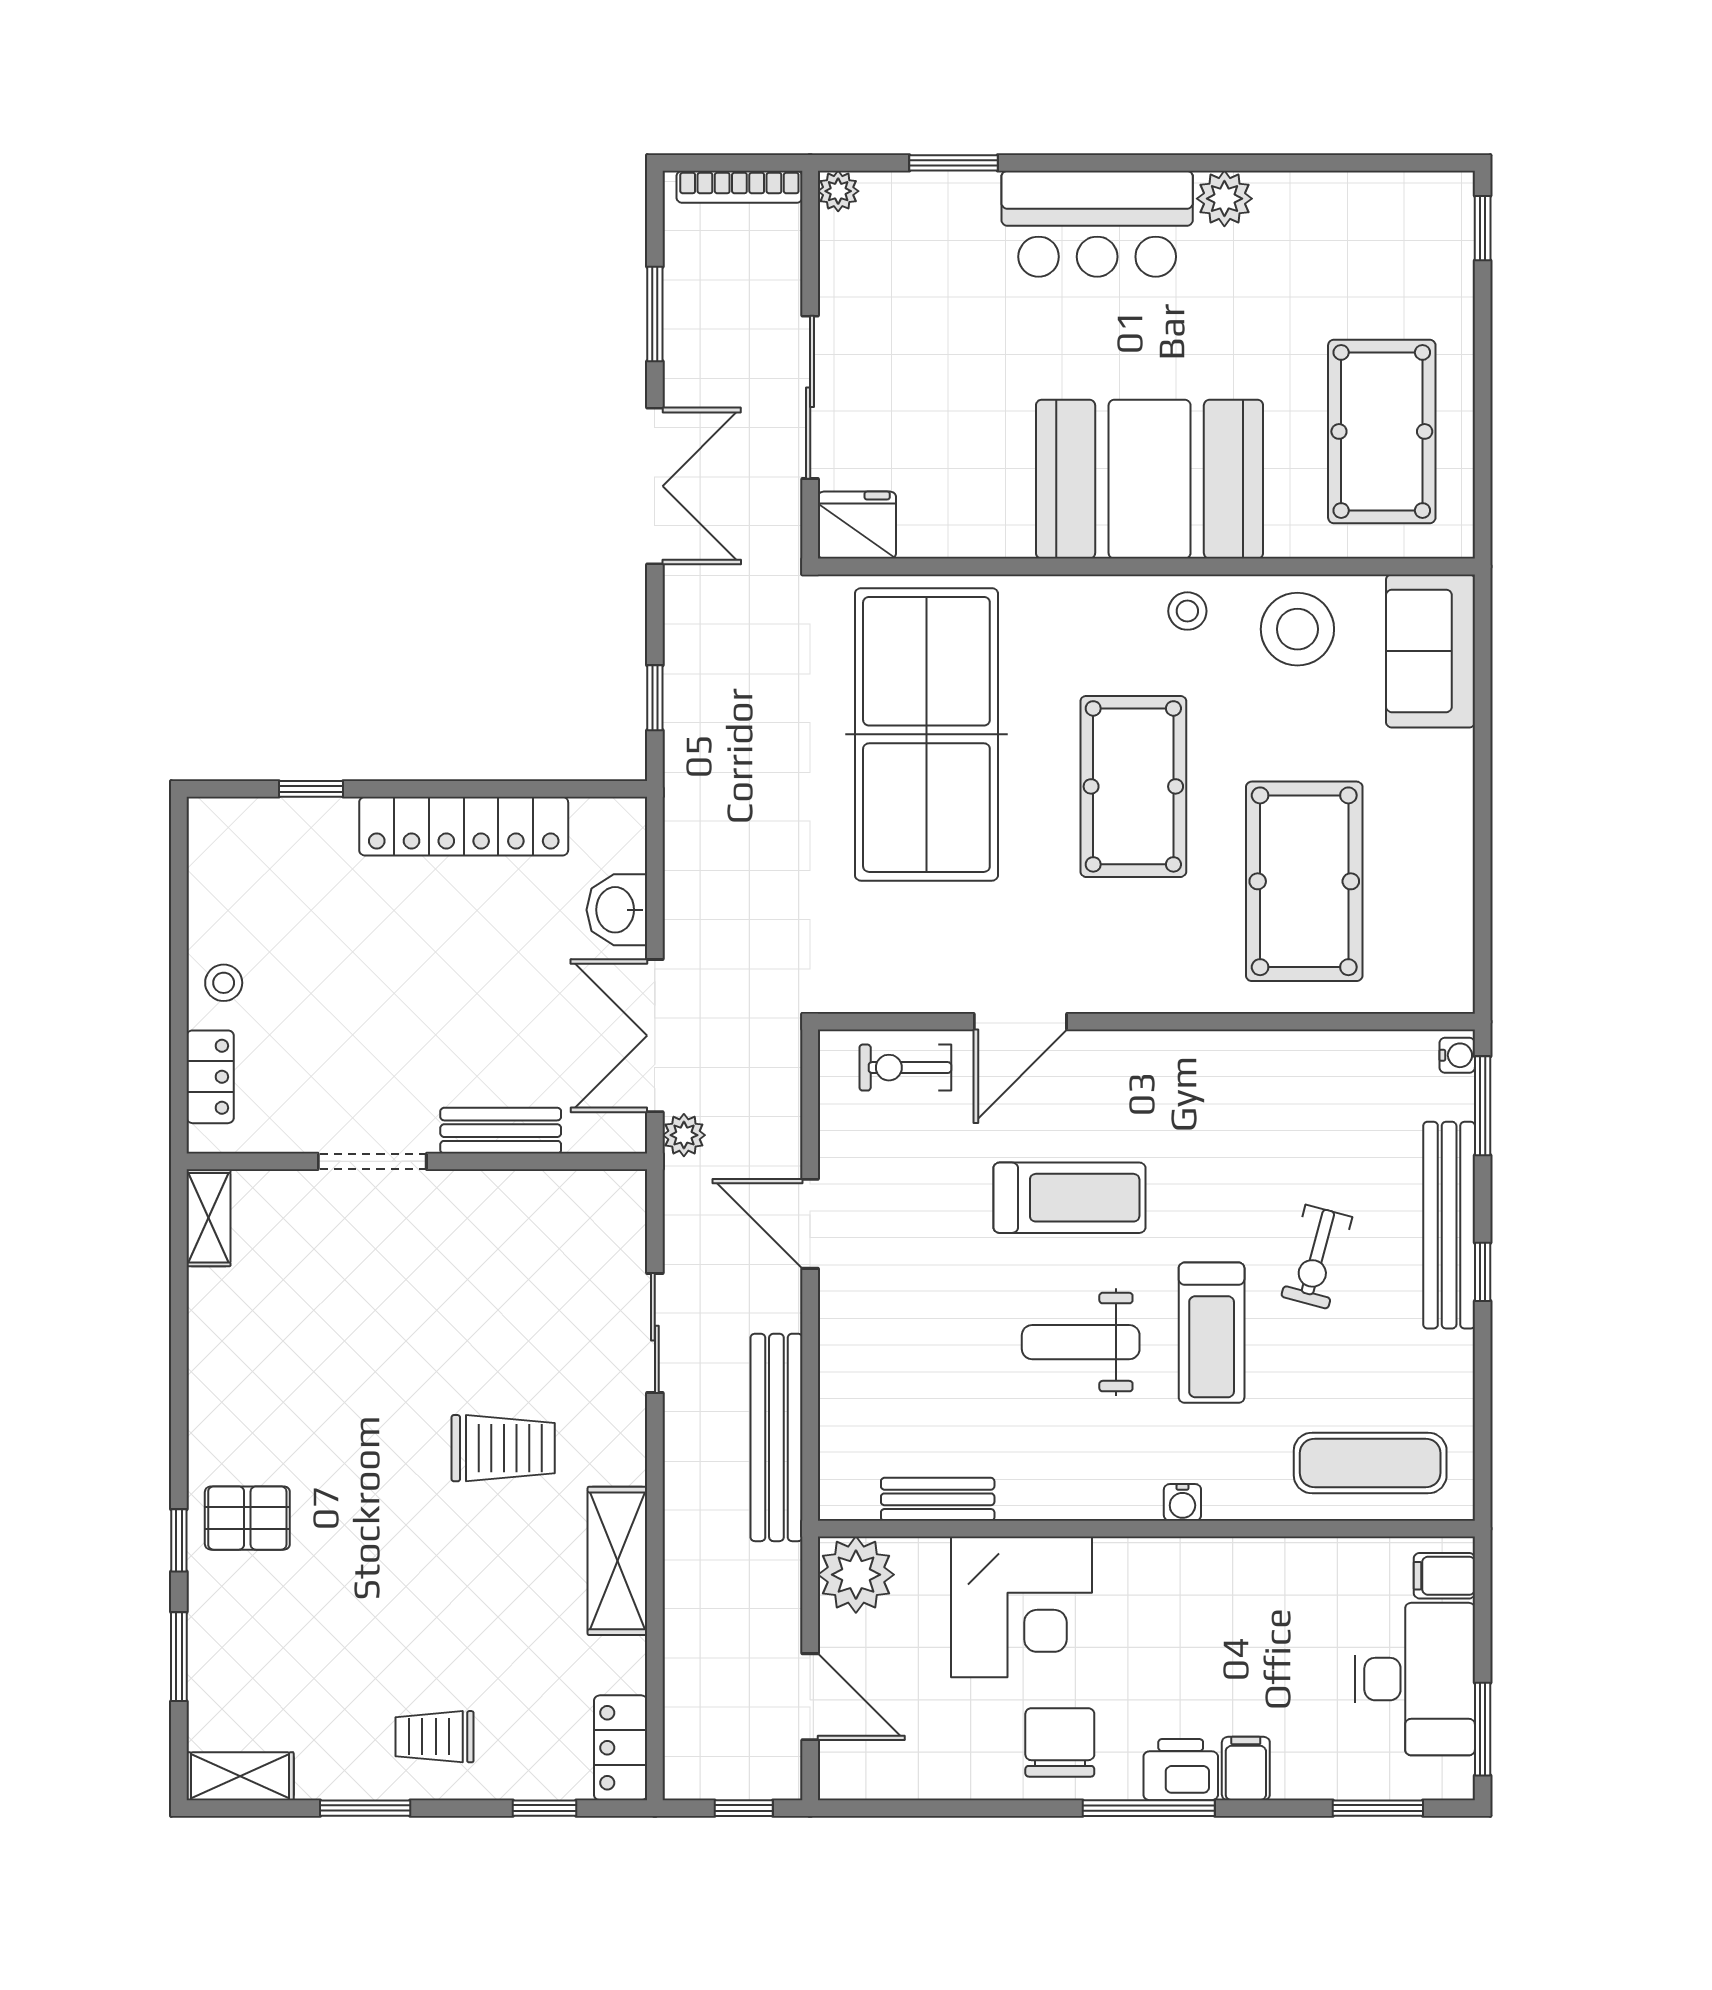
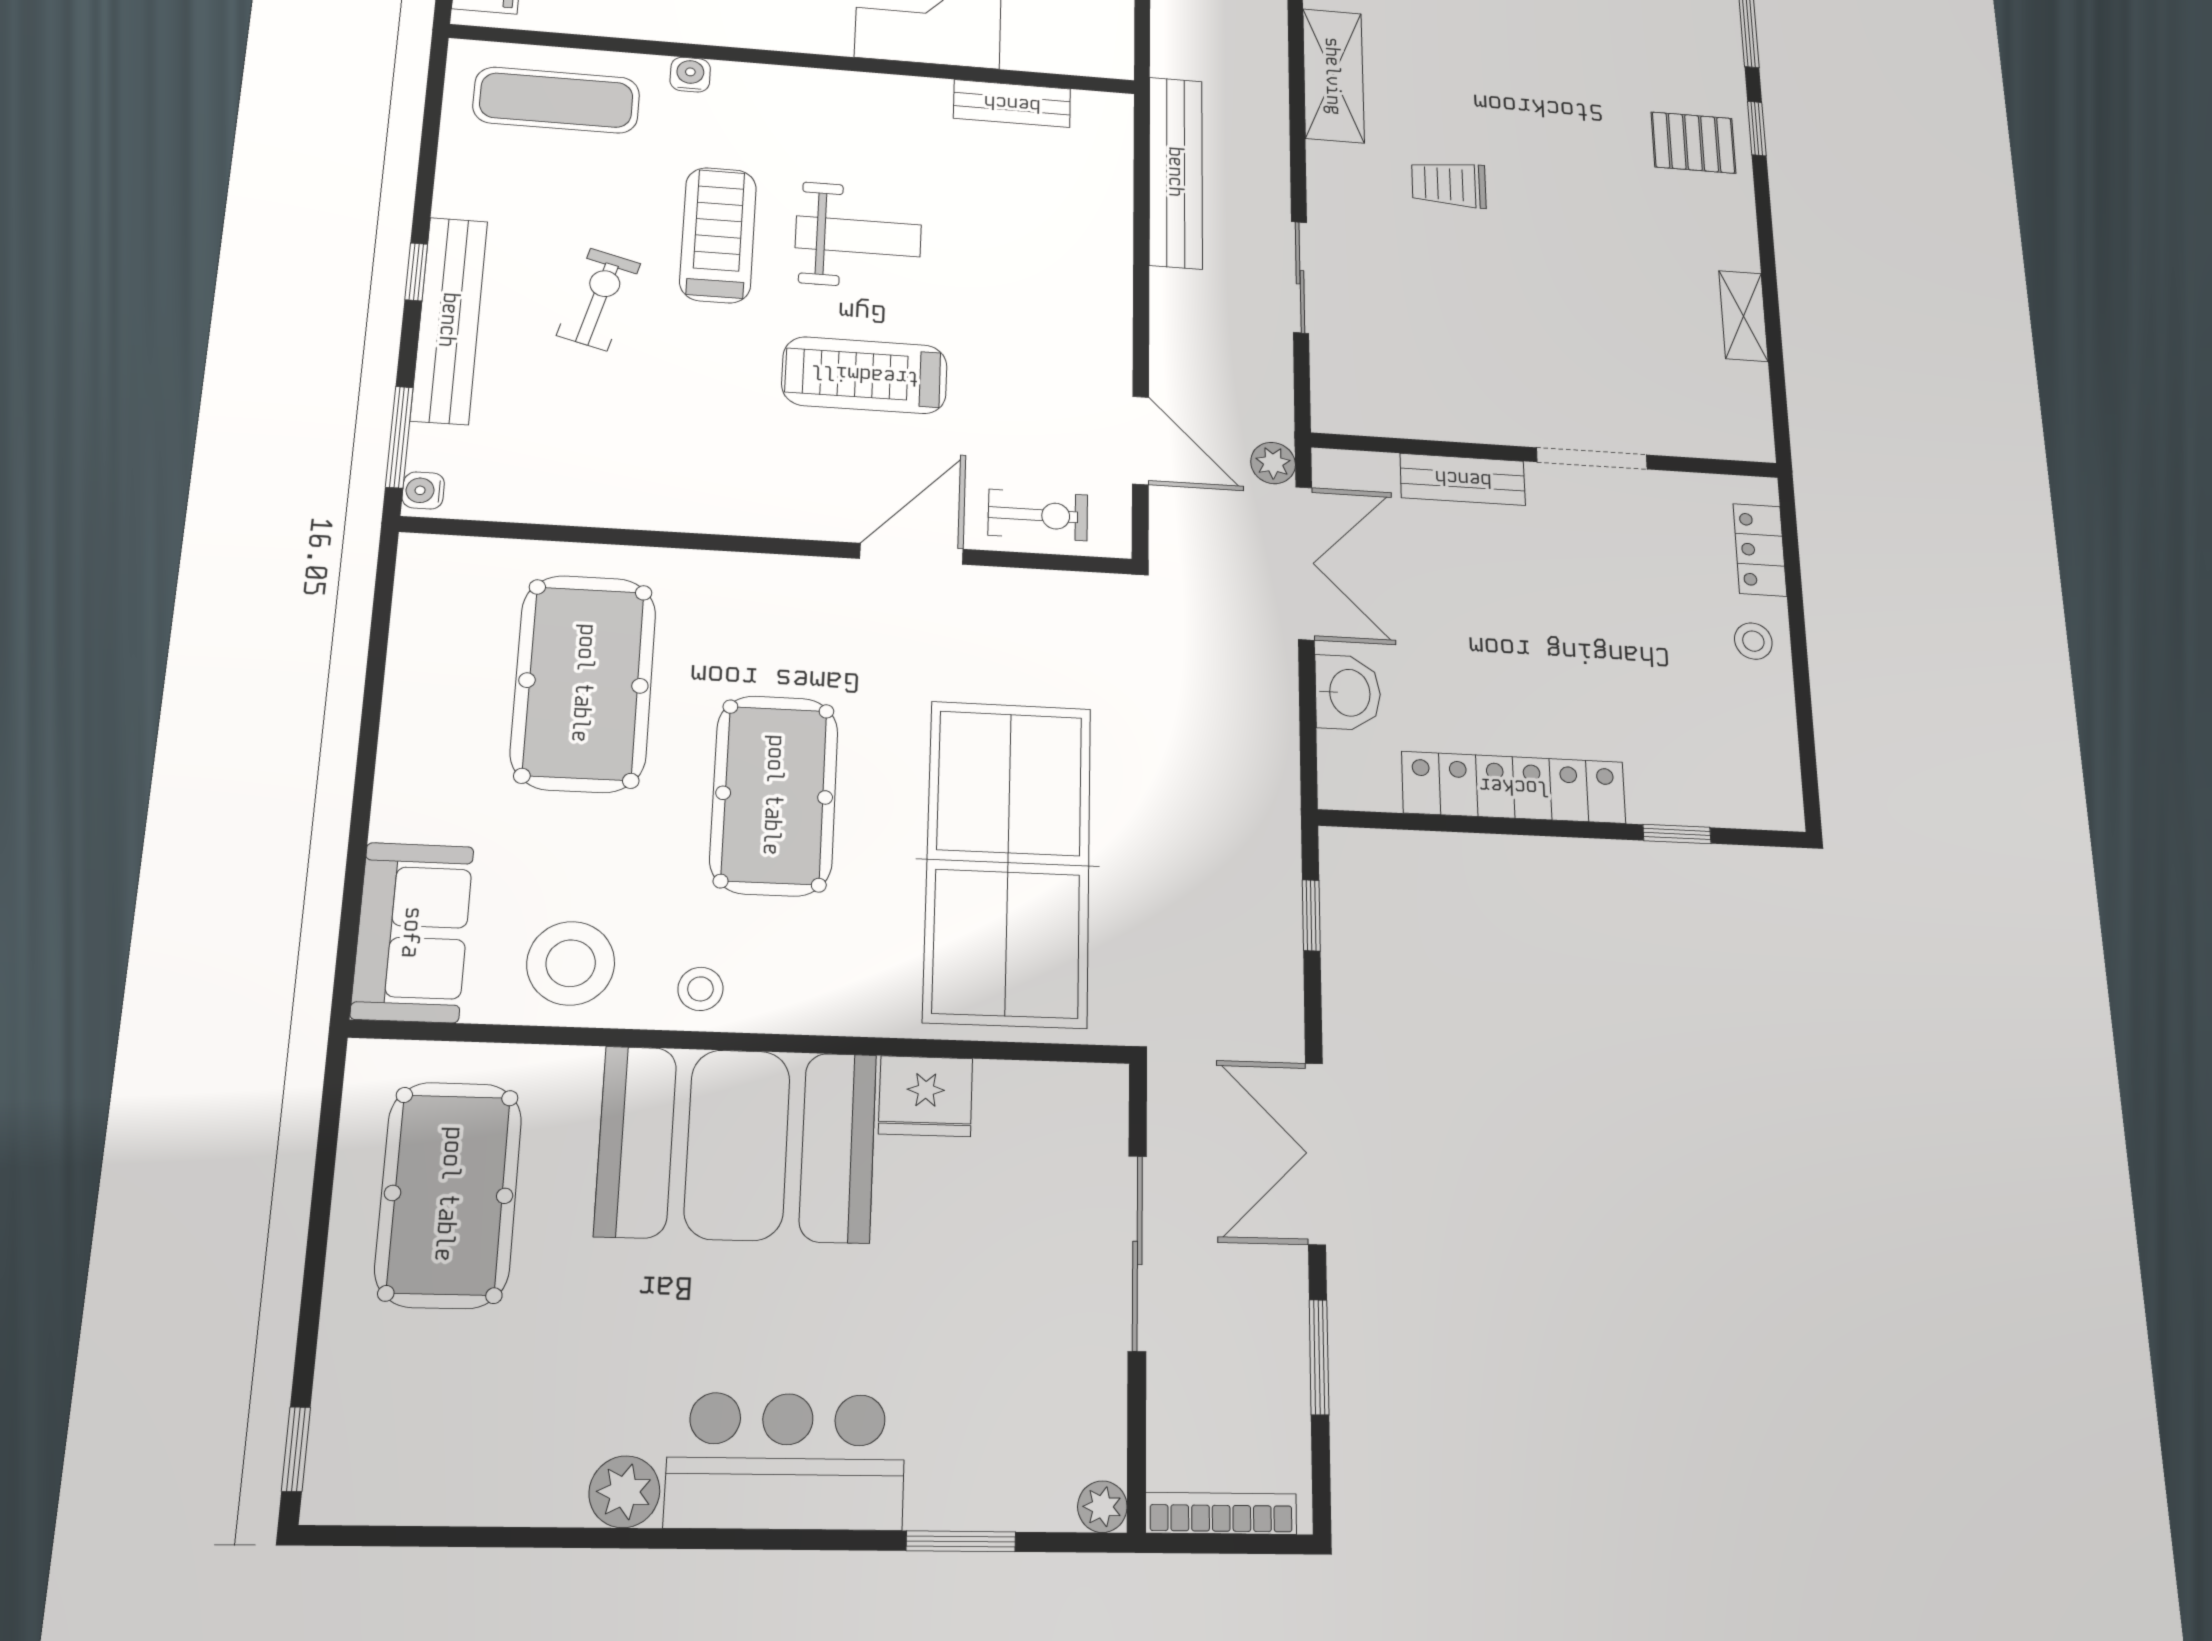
fridge: (857, 525) -> (926, 1096), moved
shelving: (209, 1218) -> (1743, 316), moved
door: (810, 1224) -> (1141, 440), moved
trolley: (503, 1448) -> (1449, 184), width x0.73, depth x0.72
water cooler: (1182, 1502) -> (690, 75), moved
plant: (856, 1575) -> (1096, 44), removed

